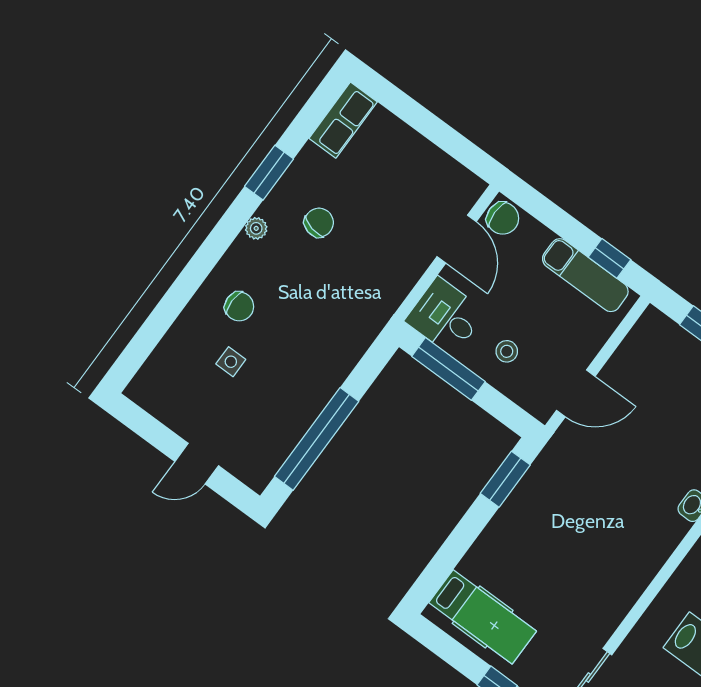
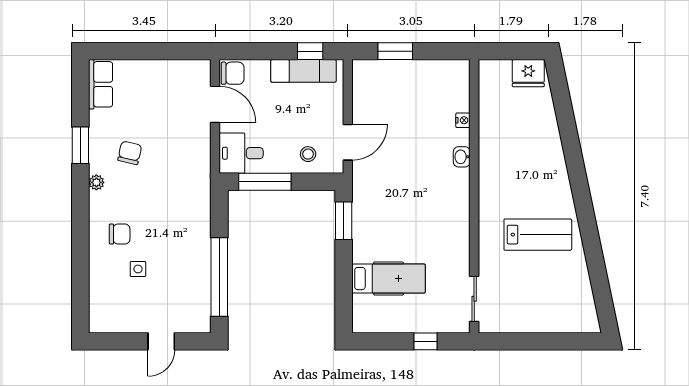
stool: (507, 351) -> (308, 154), moved
hospital bed: (483, 617) -> (388, 279), moved

